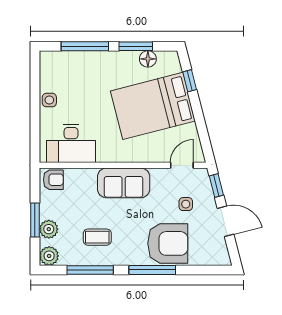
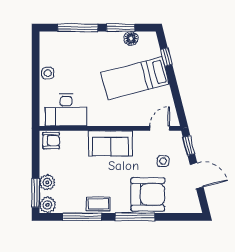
bed: (153, 106) -> (135, 78), width x0.67
window: (35, 220) -> (36, 193), moved
coffee table: (97, 237) -> (98, 204), moved

